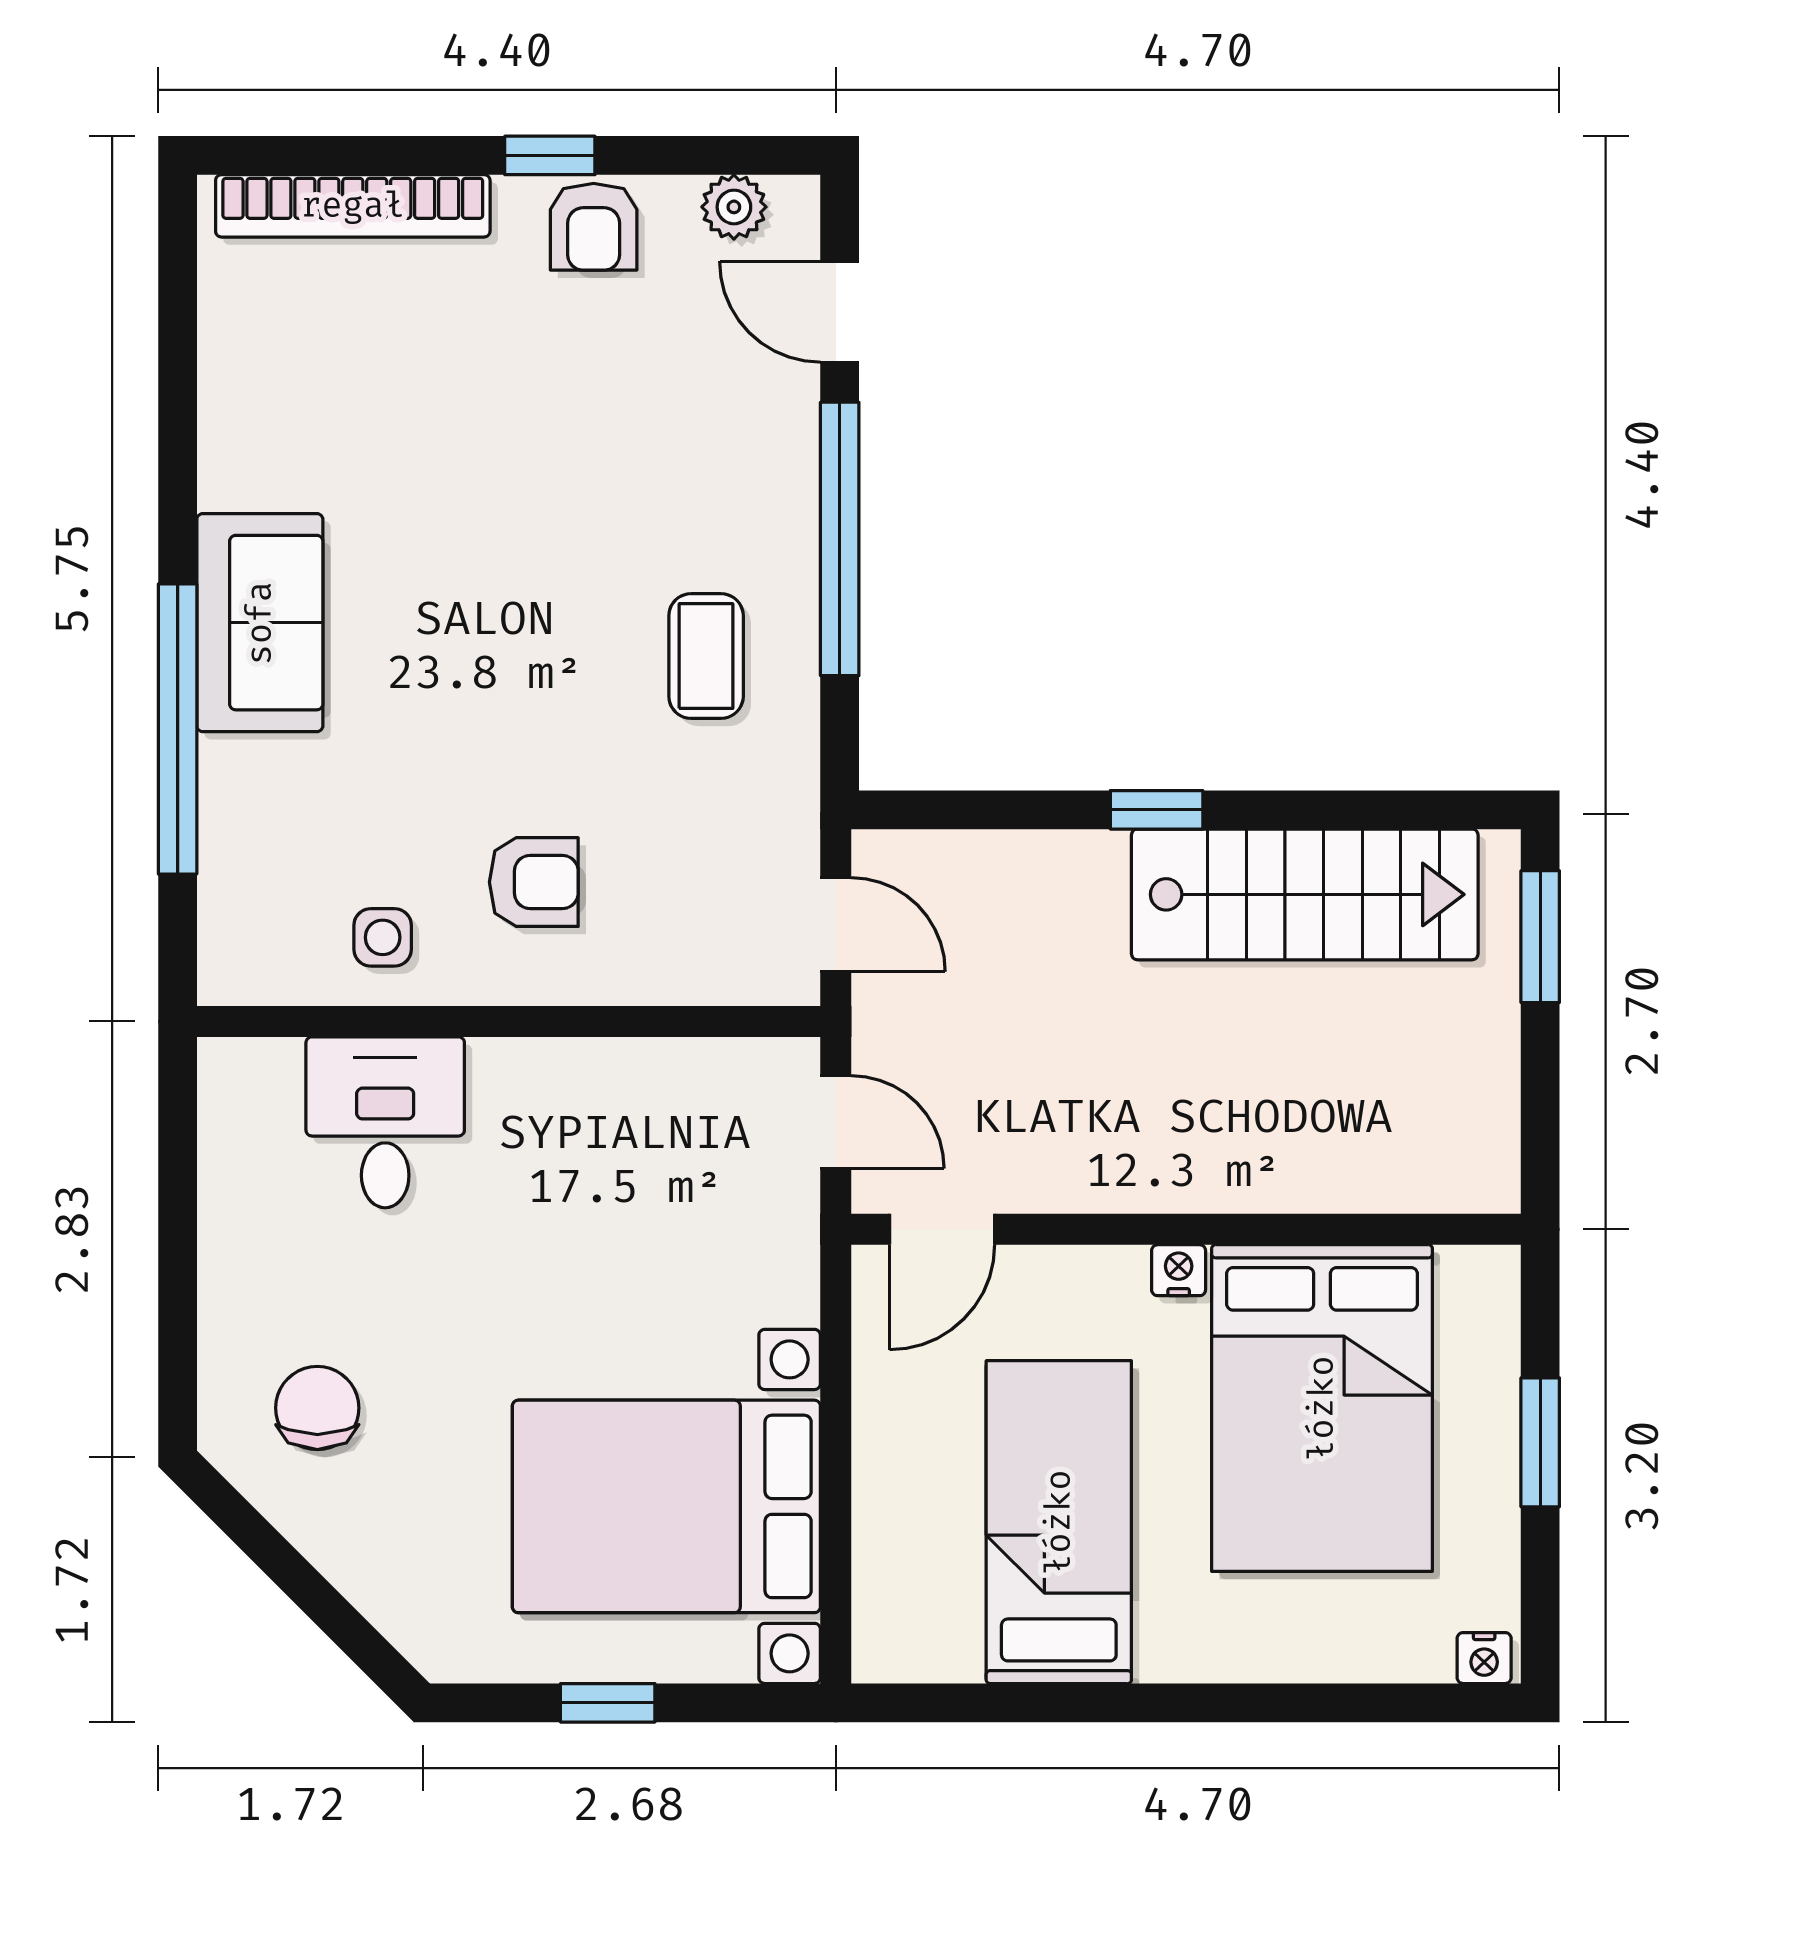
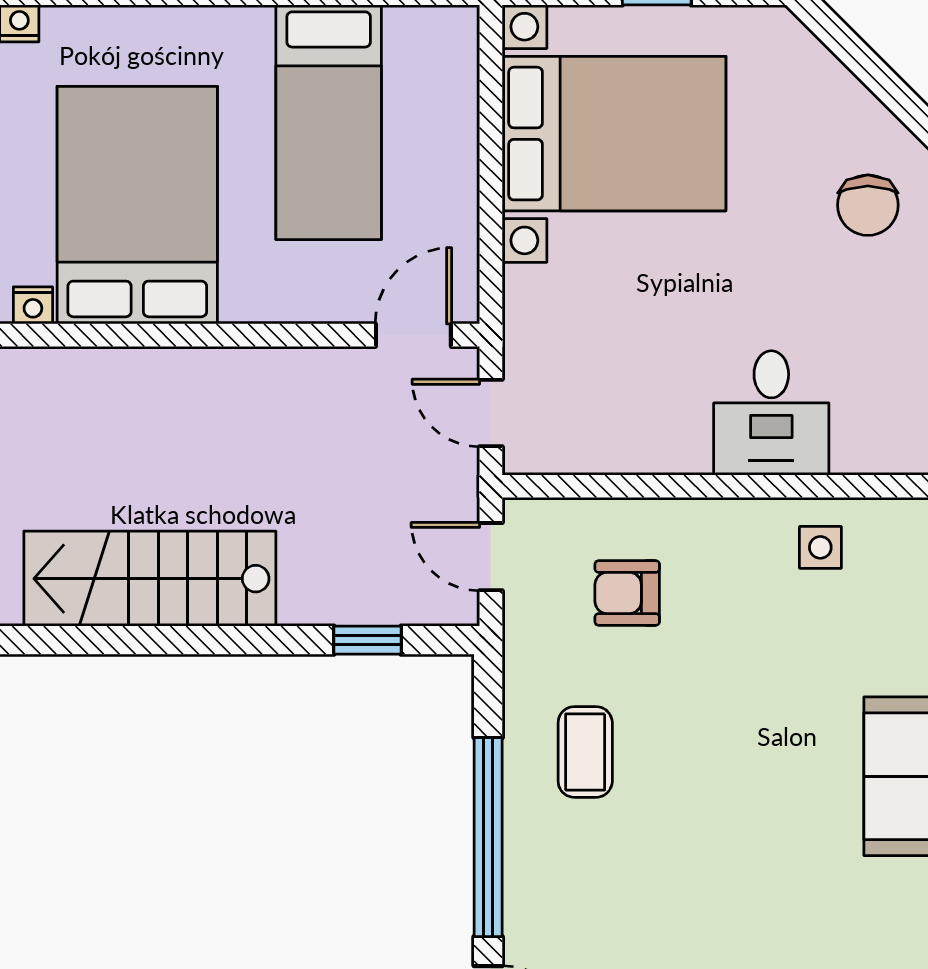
window: (1157, 810) -> (368, 640), moved
armchair: (534, 882) -> (627, 593), moved
desk: (385, 1122) -> (771, 413), moved
nightstand: (1179, 1270) -> (33, 305), moved

